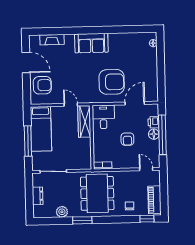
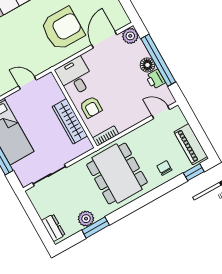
plant: (153, 110) -> (130, 36), added
wardrobe: (84, 122) -> (70, 121), moved
printer: (153, 122) -> (155, 79), moved
armchair: (127, 139) -> (91, 107), moved
dresser: (38, 196) -> (53, 228), moved
window: (82, 220) -> (96, 227), moved

